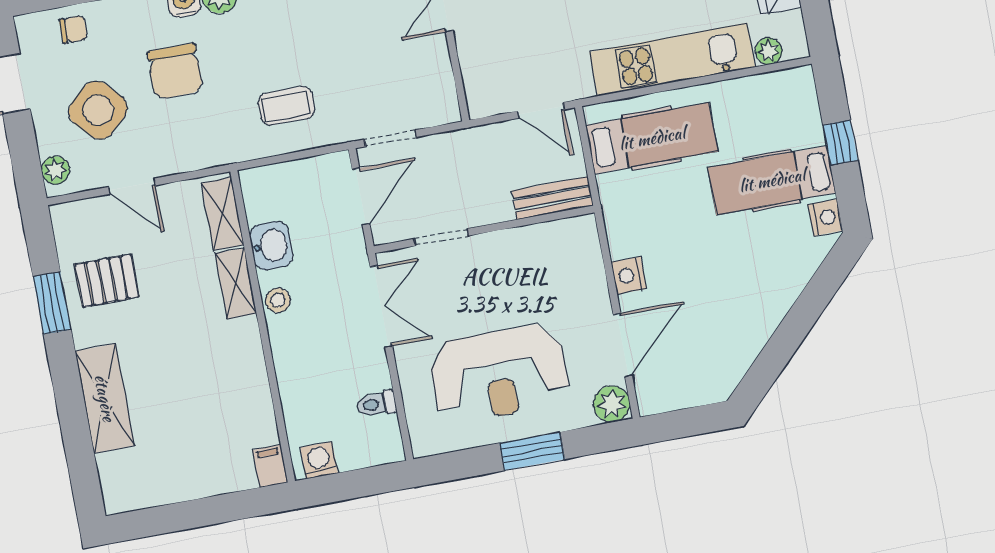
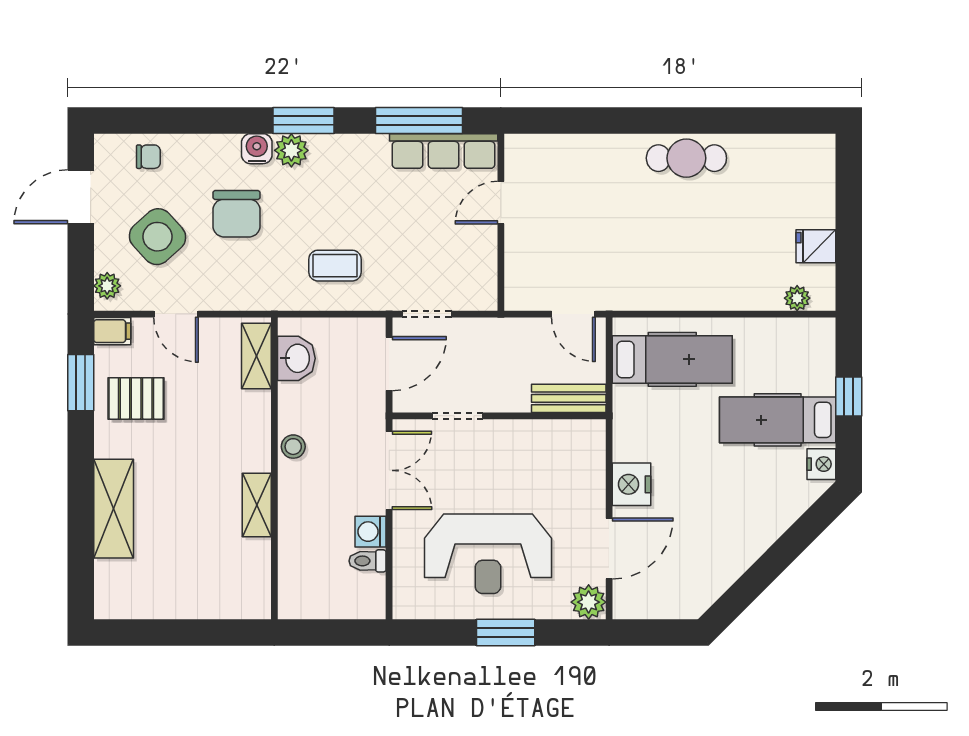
kitchen unit: (672, 60) -> (705, 289), removed
washbasin: (271, 246) -> (296, 358), moved
nightstand: (629, 275) -> (632, 484), width x1.36, depth x1.33
shelving: (236, 283) -> (257, 505), moved
window: (52, 303) -> (81, 383), moved
washing machine: (319, 460) -> (370, 532), moved, turned -90
filing cabinet: (270, 466) -> (112, 331), moved, turned 90

